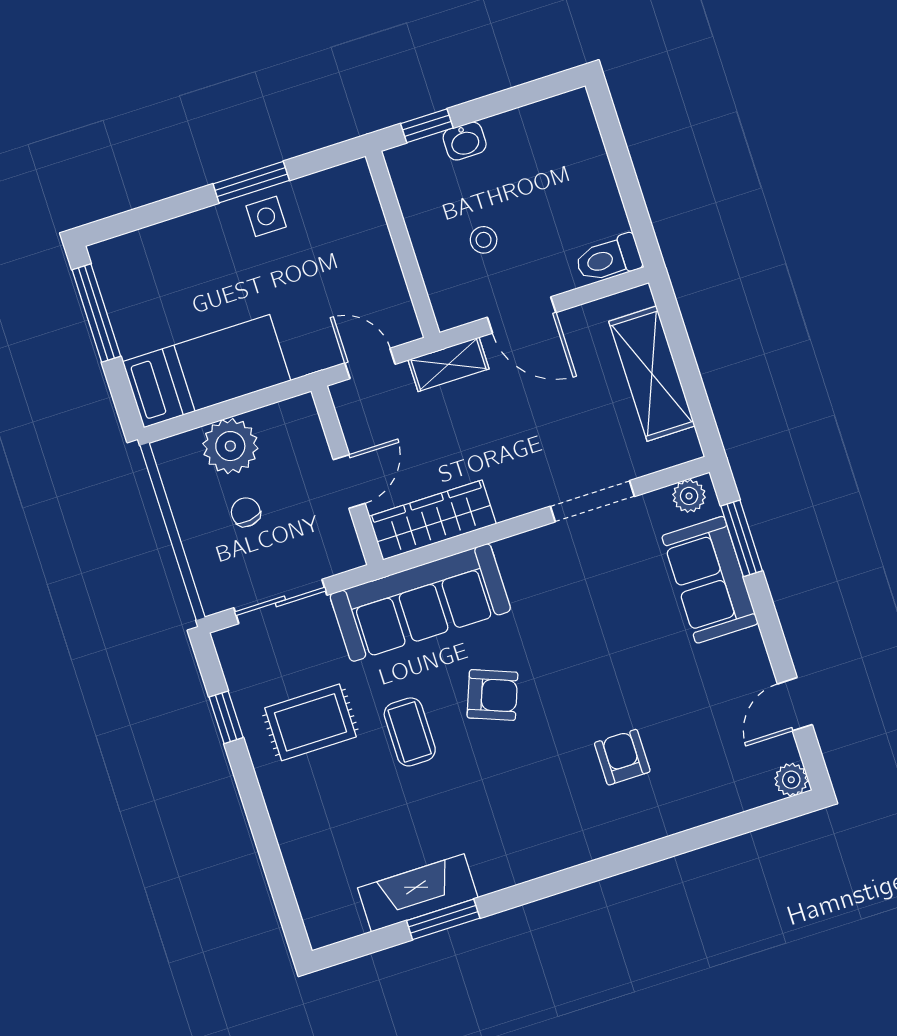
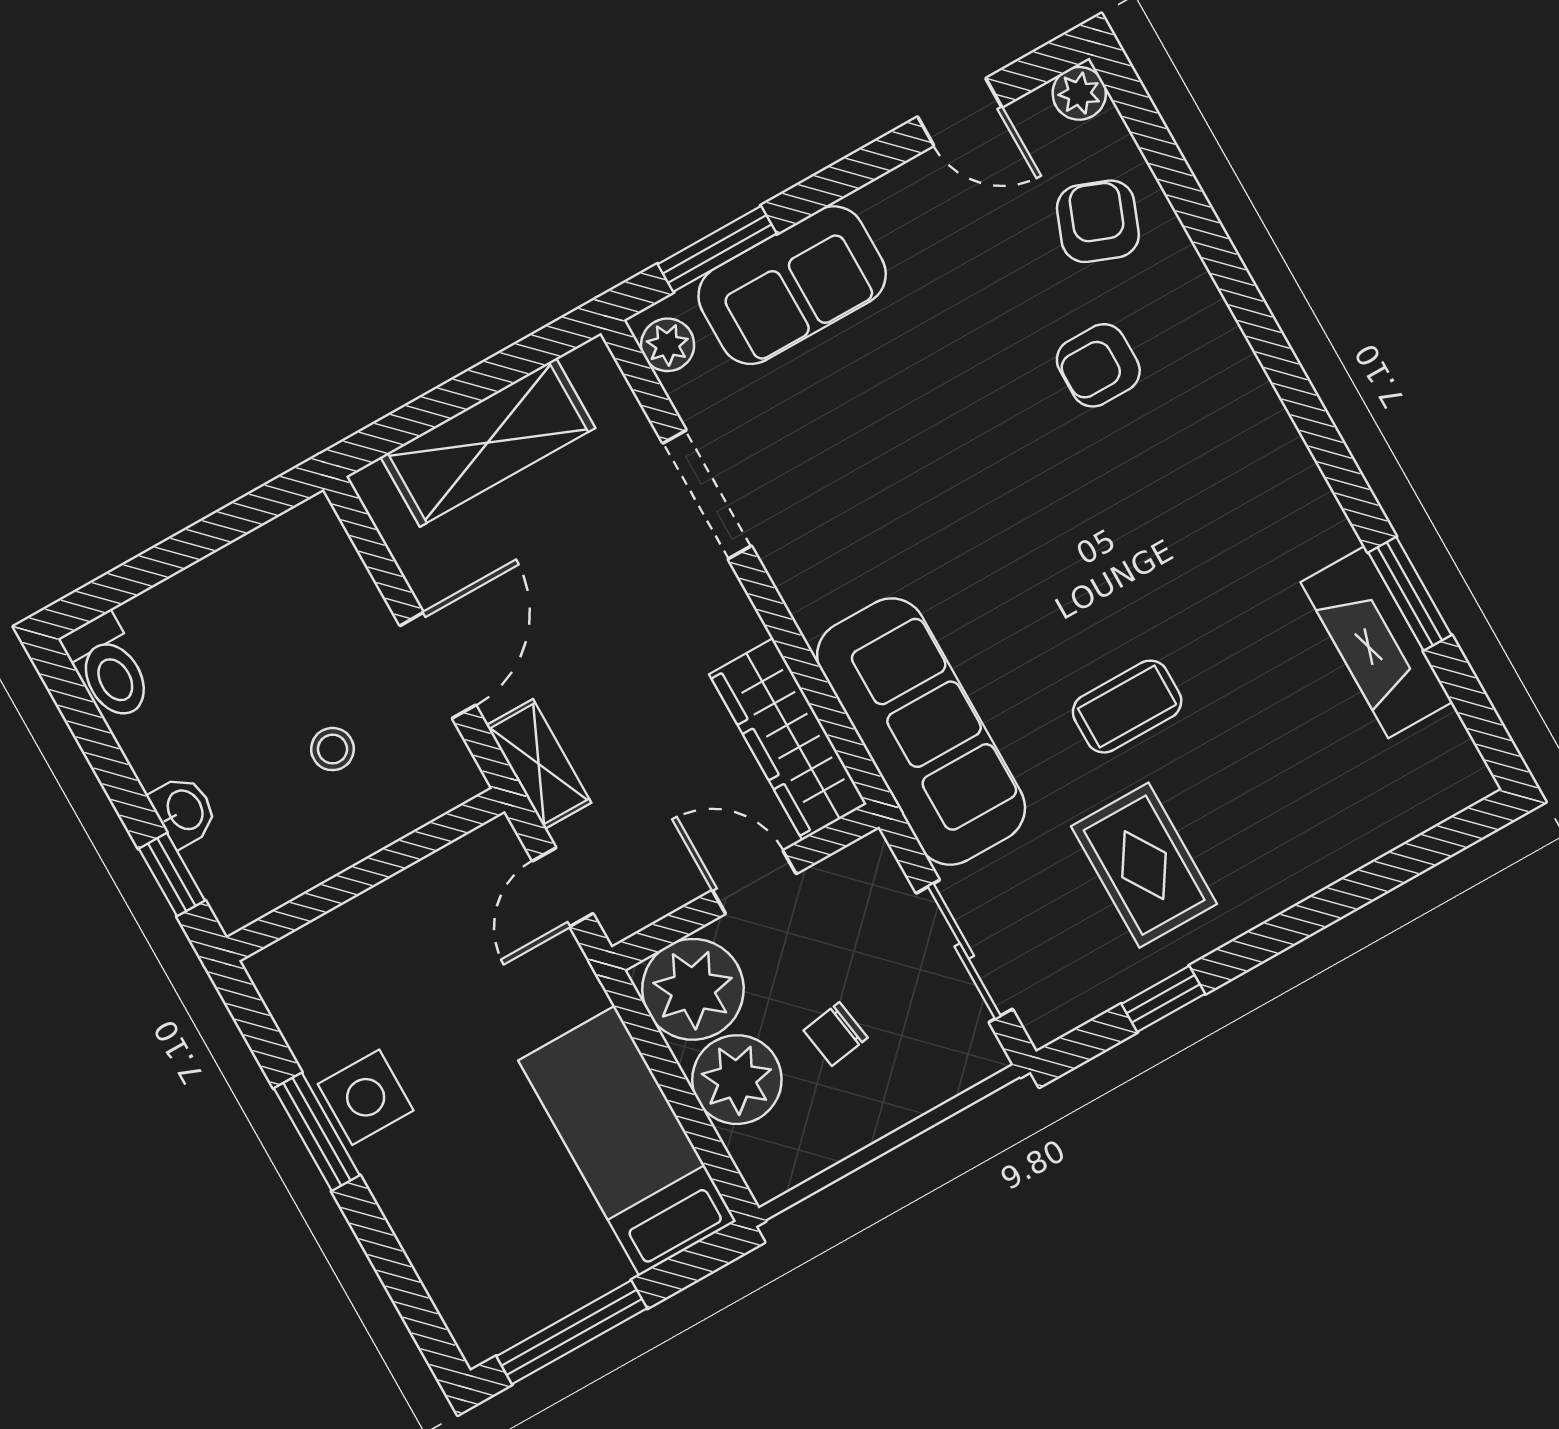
side table: (266, 216) -> (366, 1097), width x1.37, depth x1.37
toilet: (608, 259) -> (108, 668), moved
plant: (291, 430) -> (693, 989), added
armchair: (492, 695) -> (1098, 221), moved

